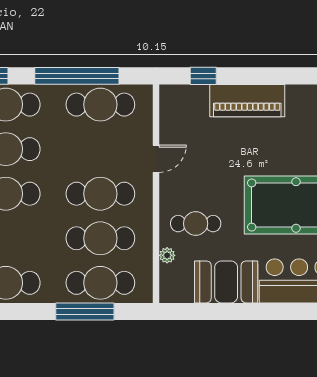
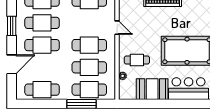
door: (156, 159) -> (117, 28), hinge flipped

